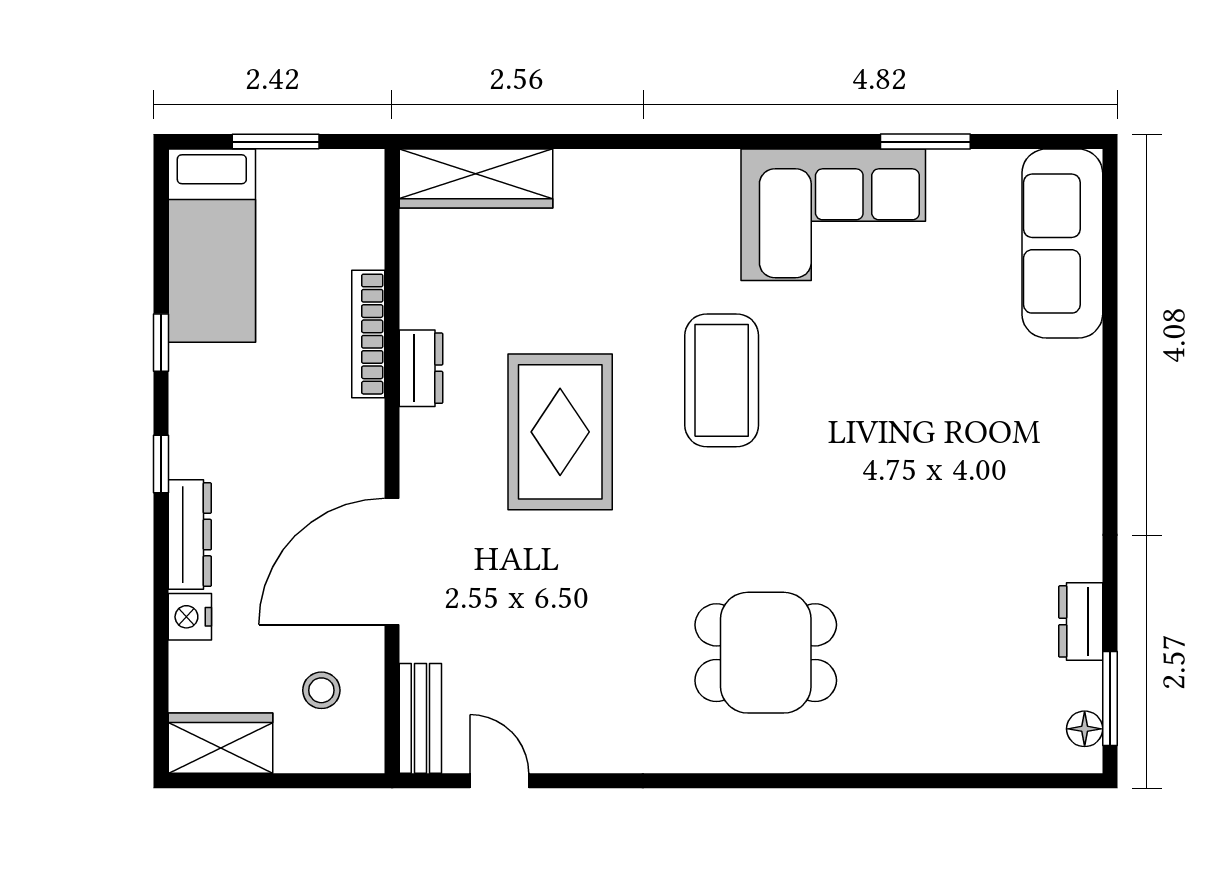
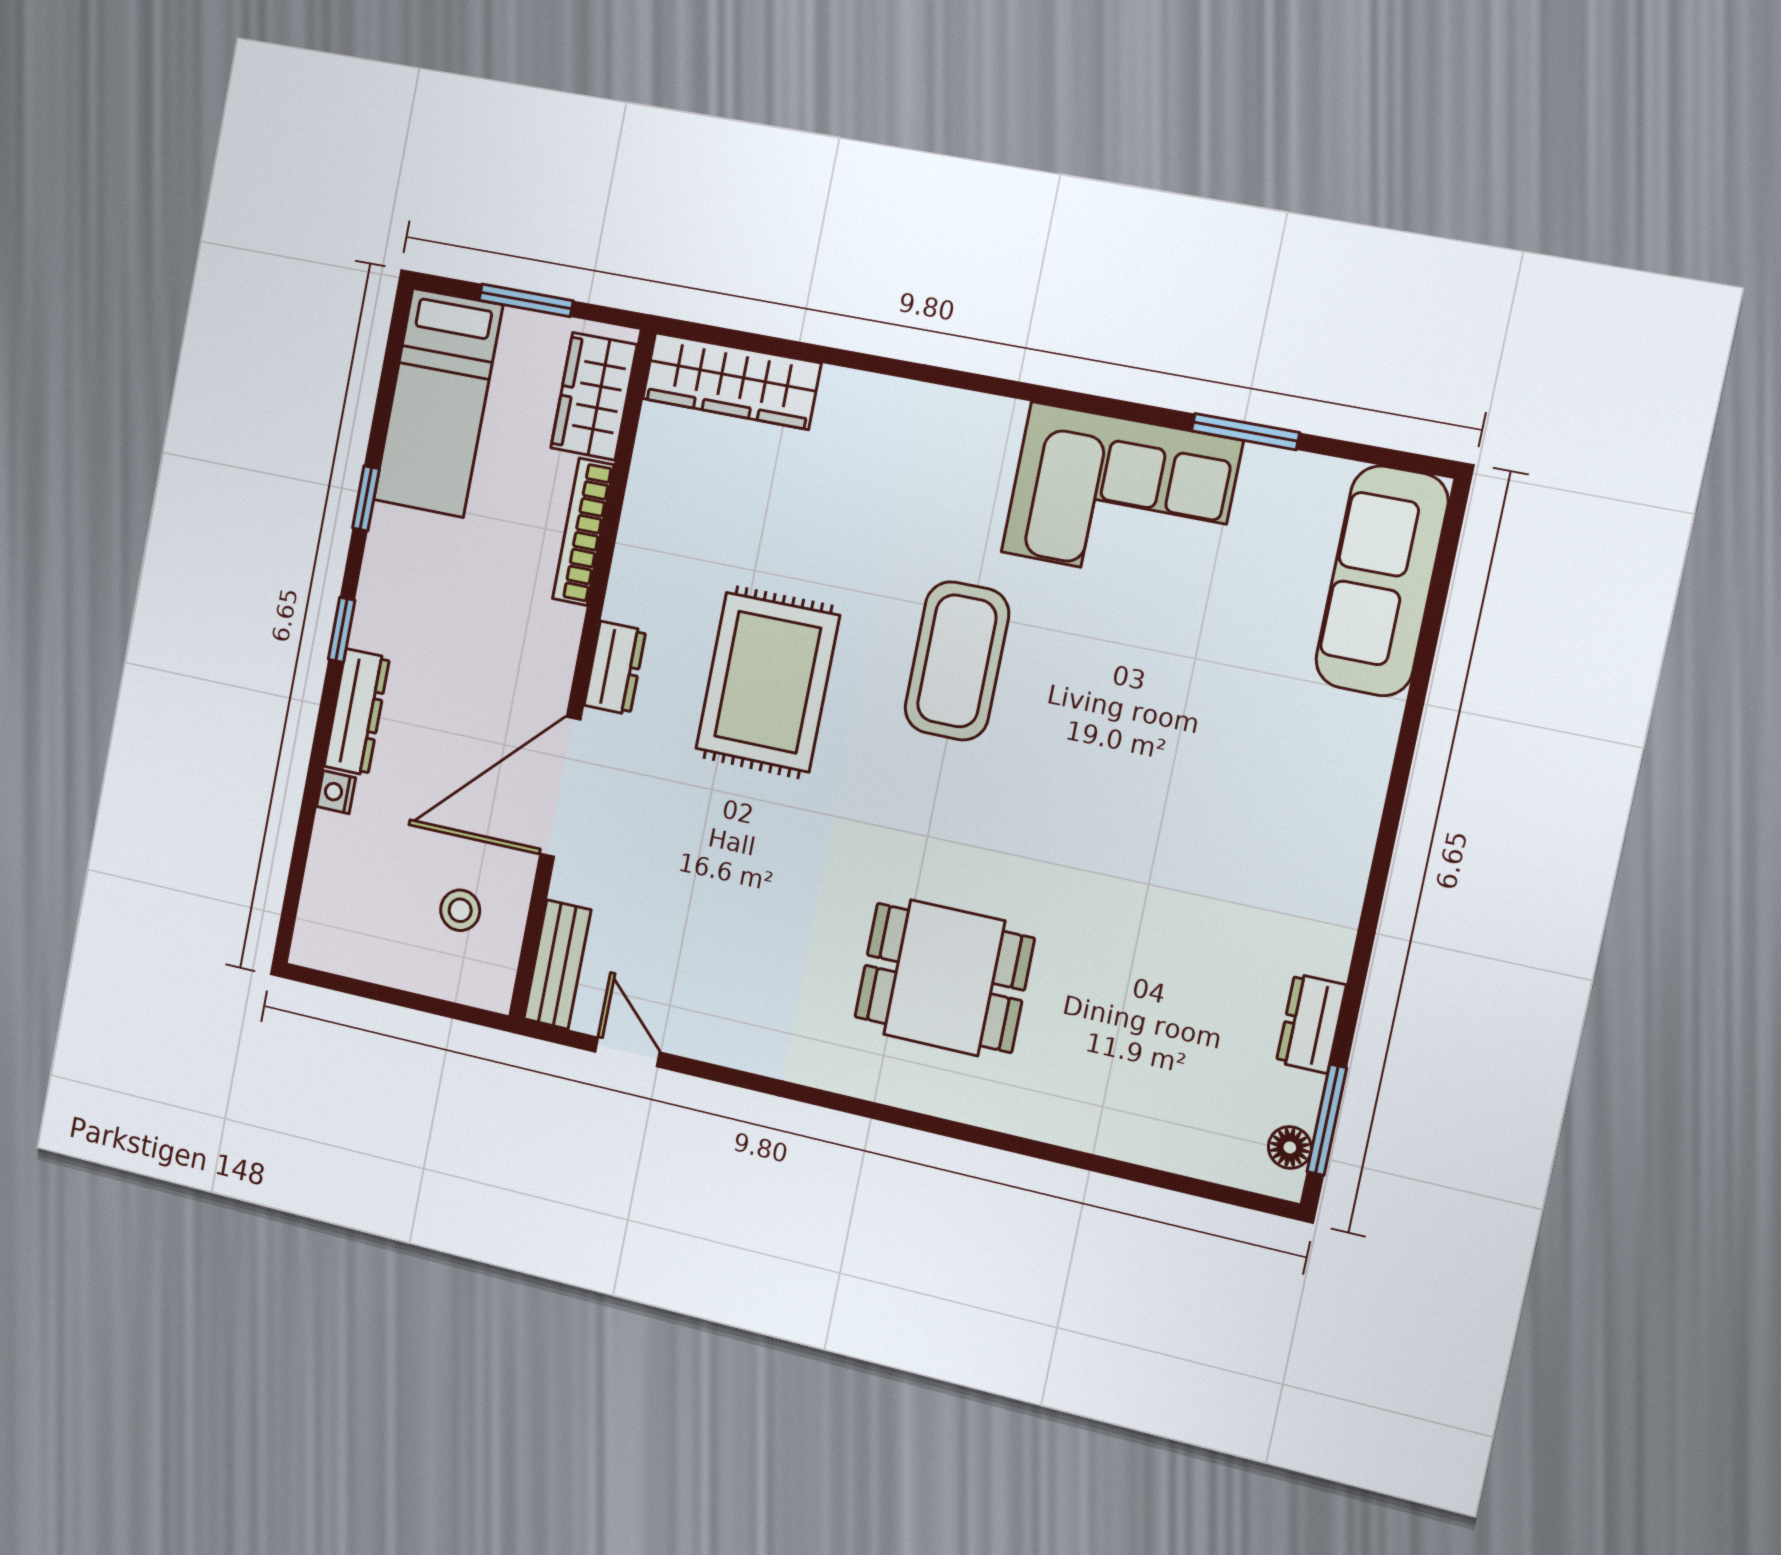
dresser: (421, 368) -> (615, 668), moved
nightstand: (190, 617) -> (336, 792), width x0.72, depth x0.74
wardrobe: (220, 743) -> (594, 396), moved, turned -90

